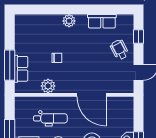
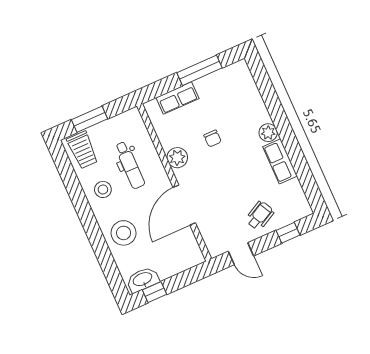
row of seats: (102, 21) -> (280, 161), moved
window: (10, 65) -> (199, 70), moved
plant: (48, 86) -> (177, 158), moved

